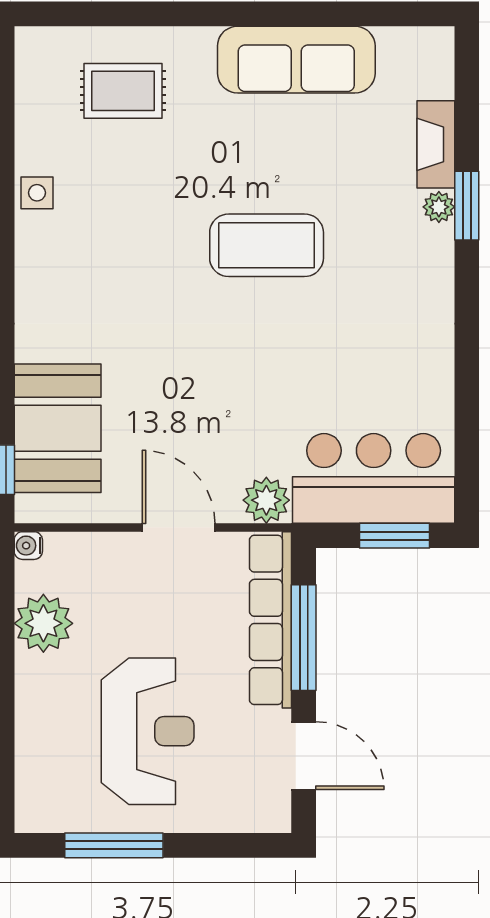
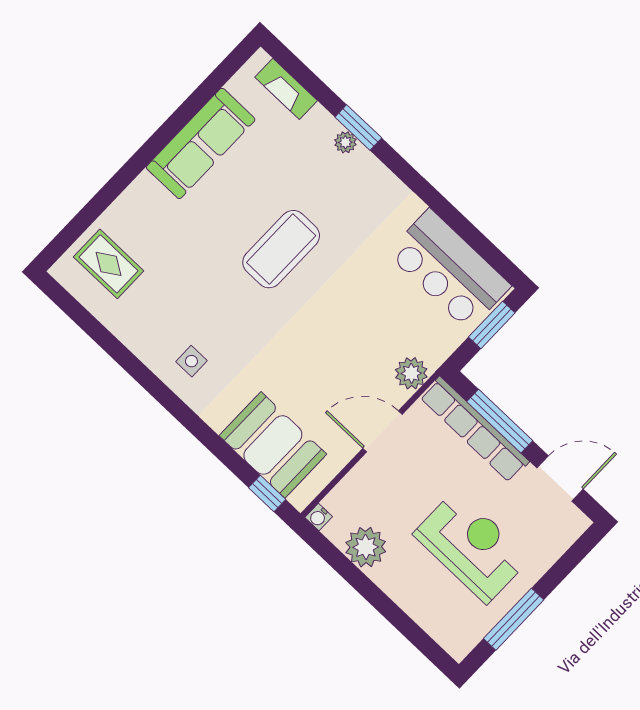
rug: (123, 91) -> (109, 264), moved, turned 90
fireplace: (436, 144) -> (286, 89), moved
side table: (37, 193) -> (191, 361), moved
bar counter: (374, 478) -> (449, 270), moved, turned -90

